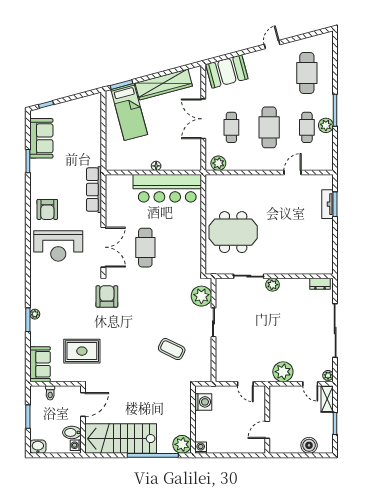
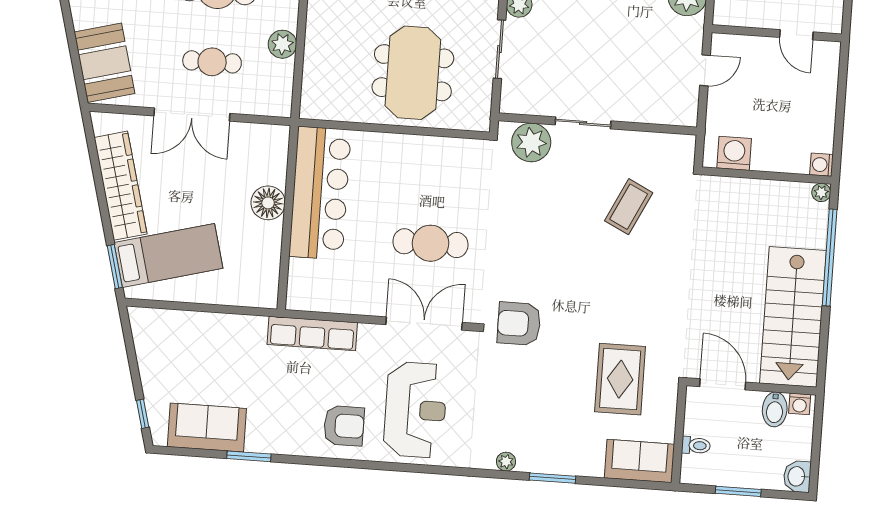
plant: (218, 163) -> (282, 44), moved
floor lamp: (156, 166) -> (268, 203), width x1.89, depth x1.89
plant: (35, 314) -> (506, 462), moved
plant: (182, 444) -> (821, 192), width x0.53, depth x0.53

